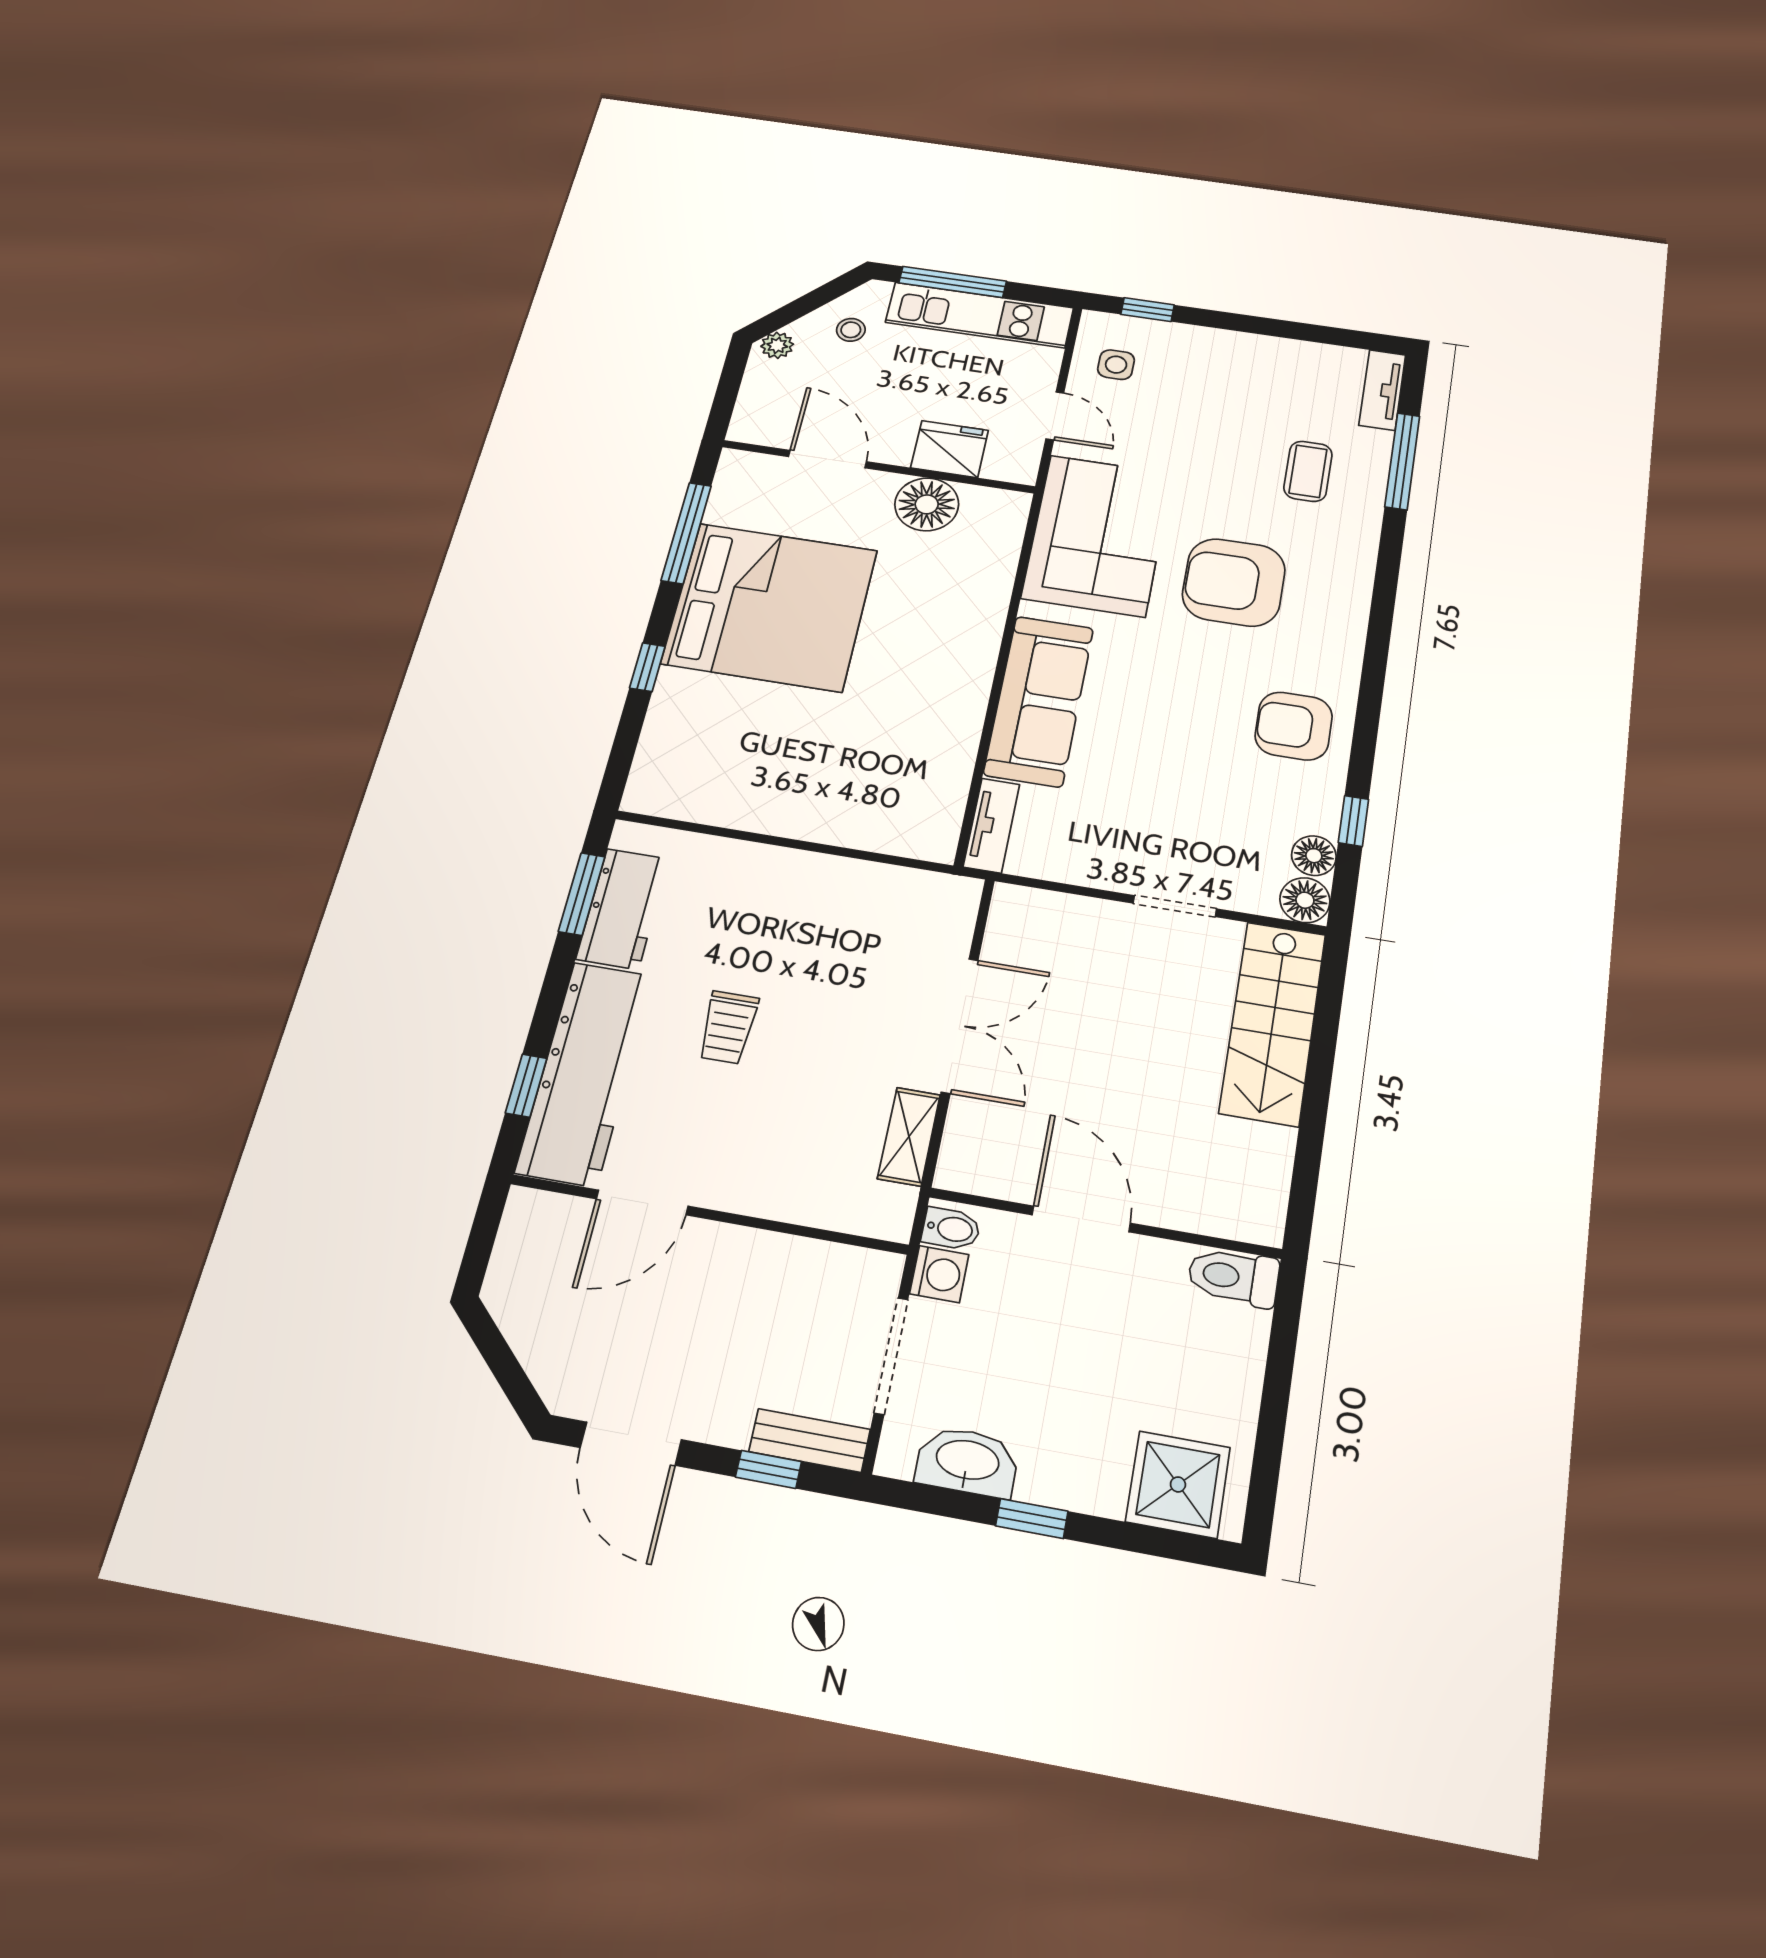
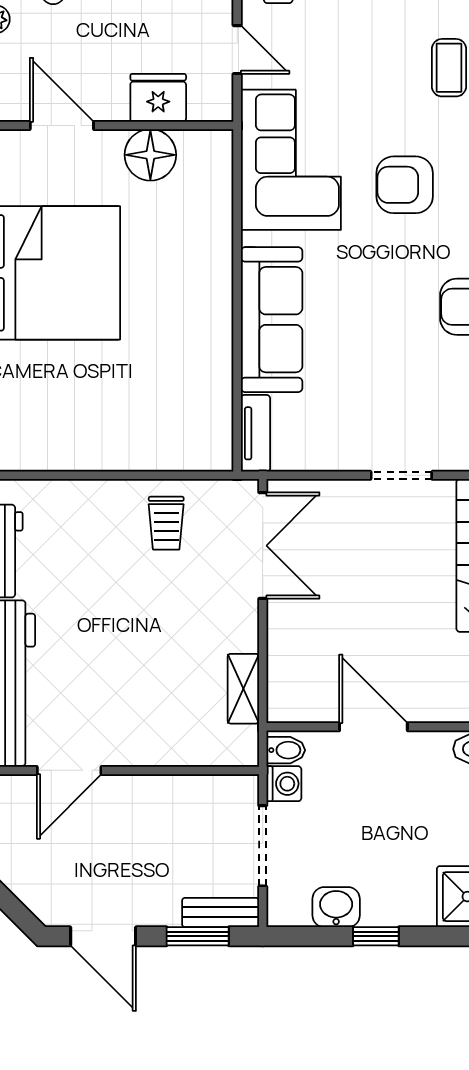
armchair: (1234, 582) -> (405, 185), width x0.73, depth x0.73
double door: (960, 1026) -> (263, 546), moved
trolley: (728, 1027) -> (166, 523), moved
washbasin: (967, 1462) -> (336, 907), width x0.72
window: (768, 1469) -> (198, 936), width x1.50

